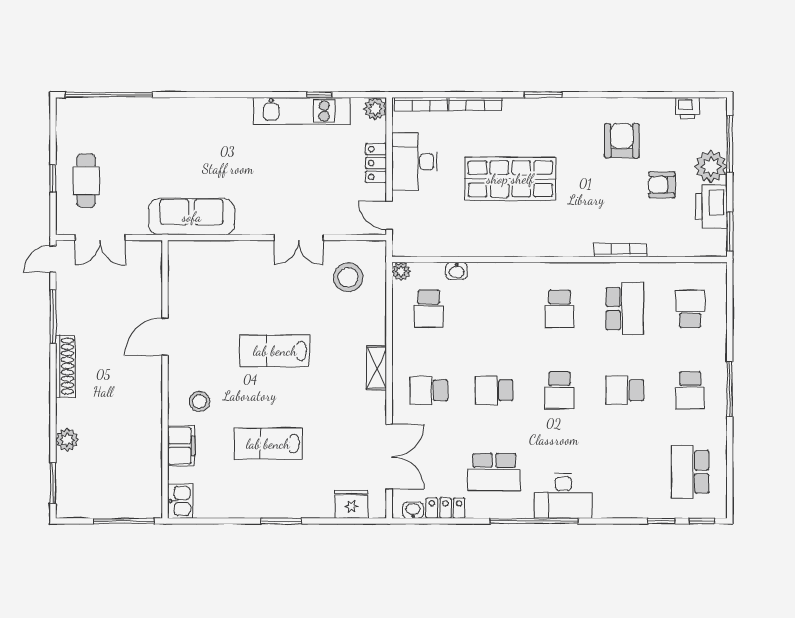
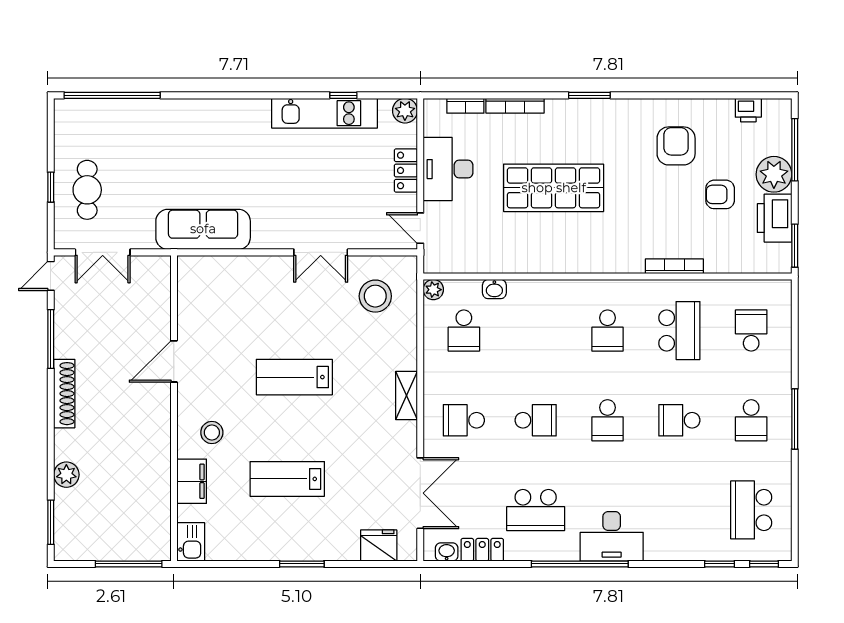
bookcase: (421, 104) -> (465, 106), width x0.64
school desk: (494, 390) -> (536, 420), turned 180

